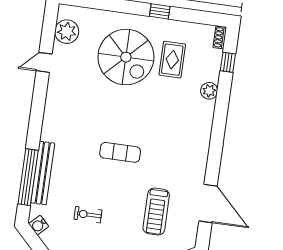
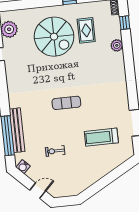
treadmill: (156, 212) -> (101, 137), turned 90

